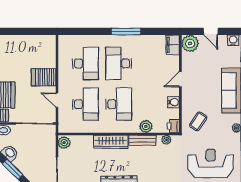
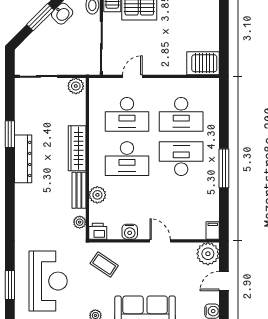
filing cabinet: (173, 45) -> (213, 230), width x0.50
server rack: (44, 77) -> (203, 63), moved, turned -90

